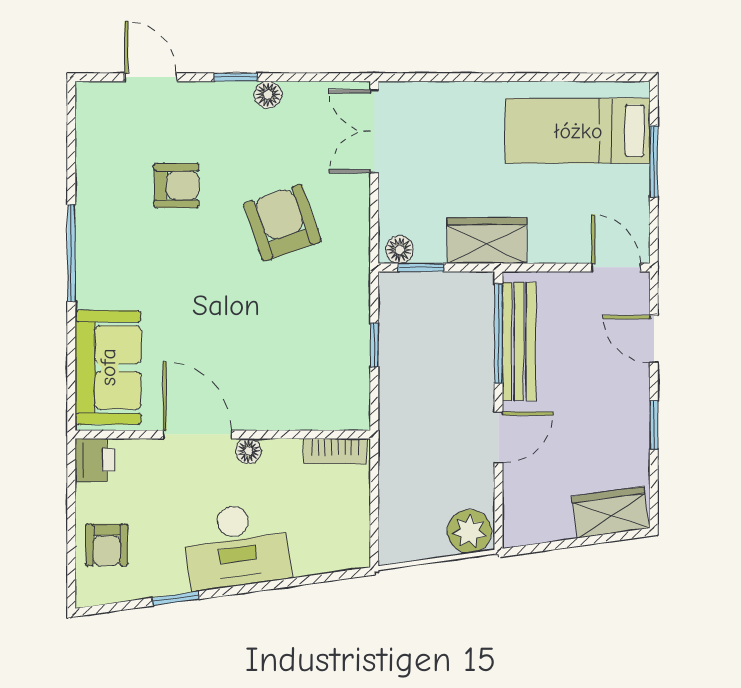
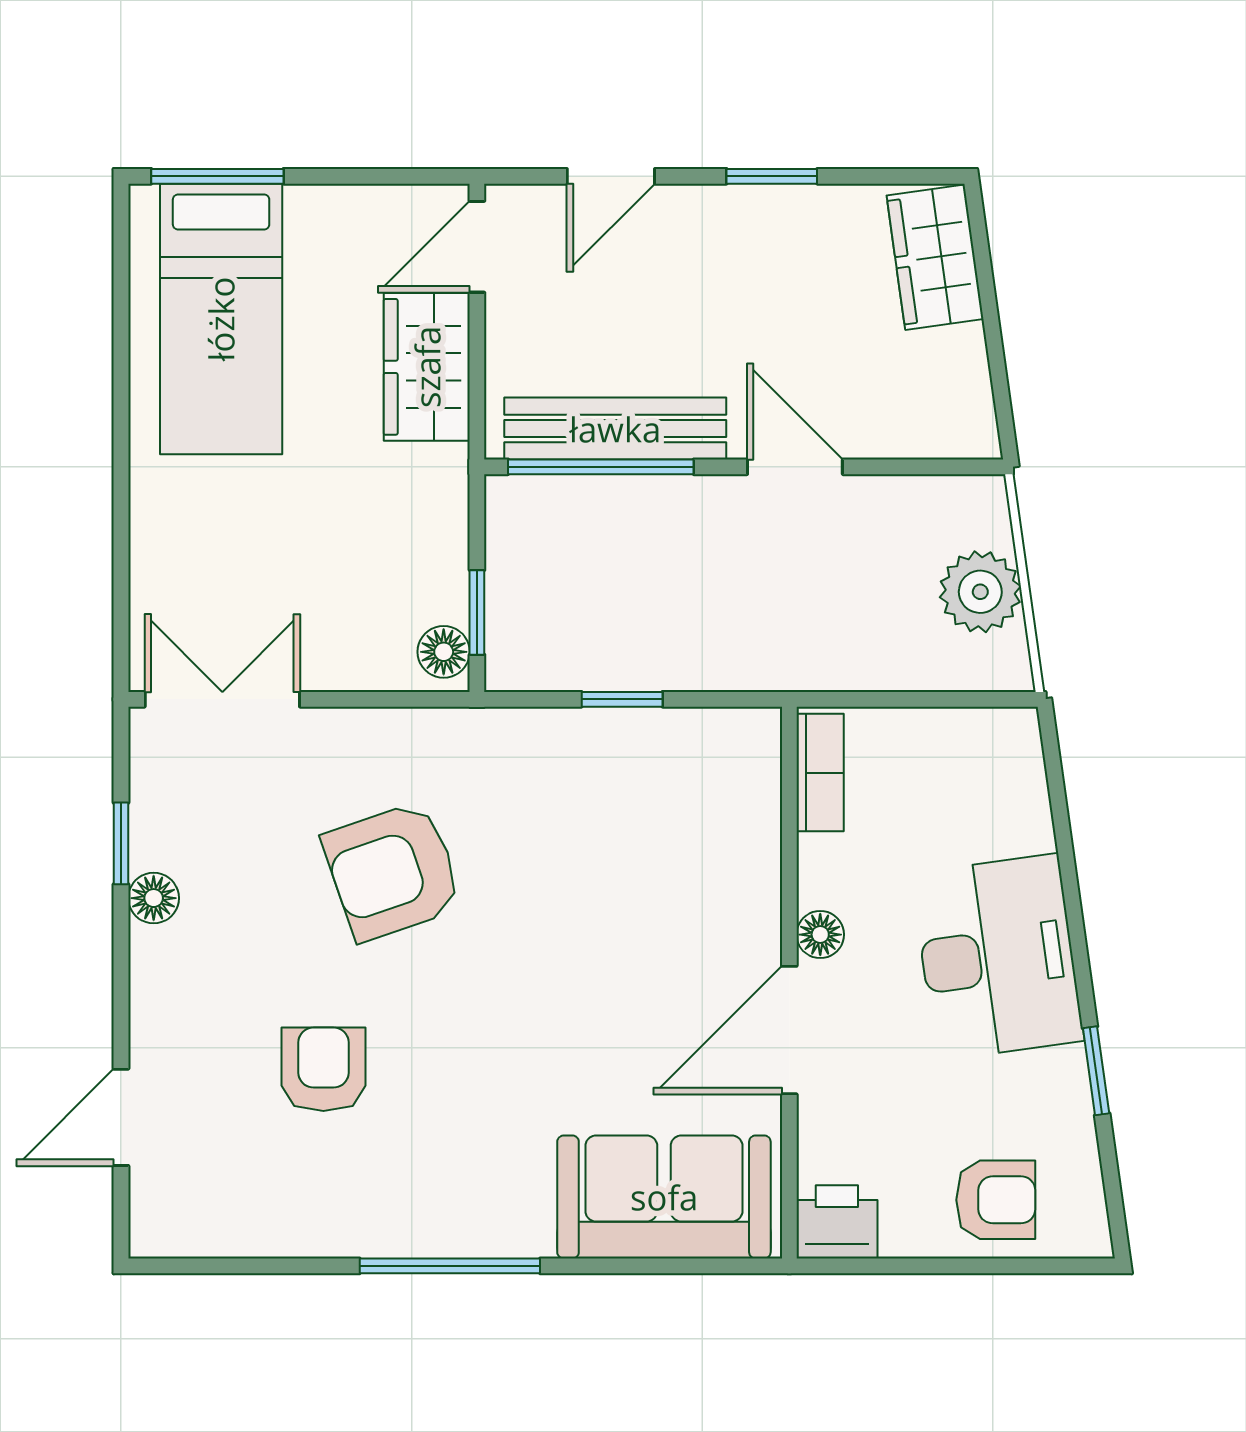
window: (236, 77) -> (121, 843), moved
double door: (374, 131) -> (222, 699), swing flipped
window: (654, 161) -> (217, 176), moved
wardrobe: (487, 241) -> (427, 367), moved
plant: (469, 531) -> (980, 592), moved

